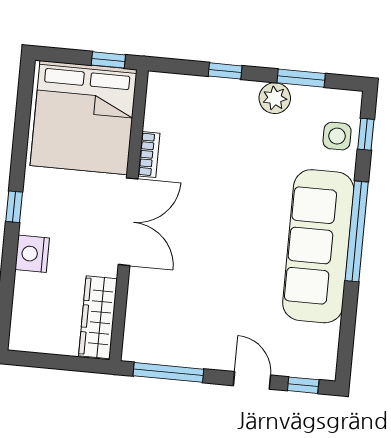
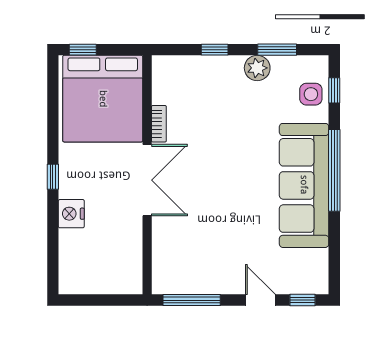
window: (108, 60) -> (83, 50), moved
wardrobe: (98, 317) -> (130, 260), removed

